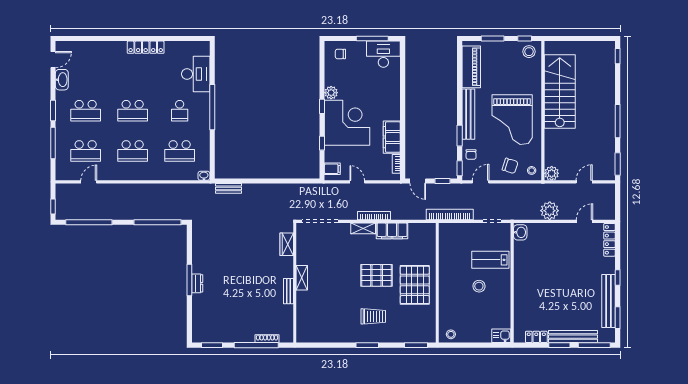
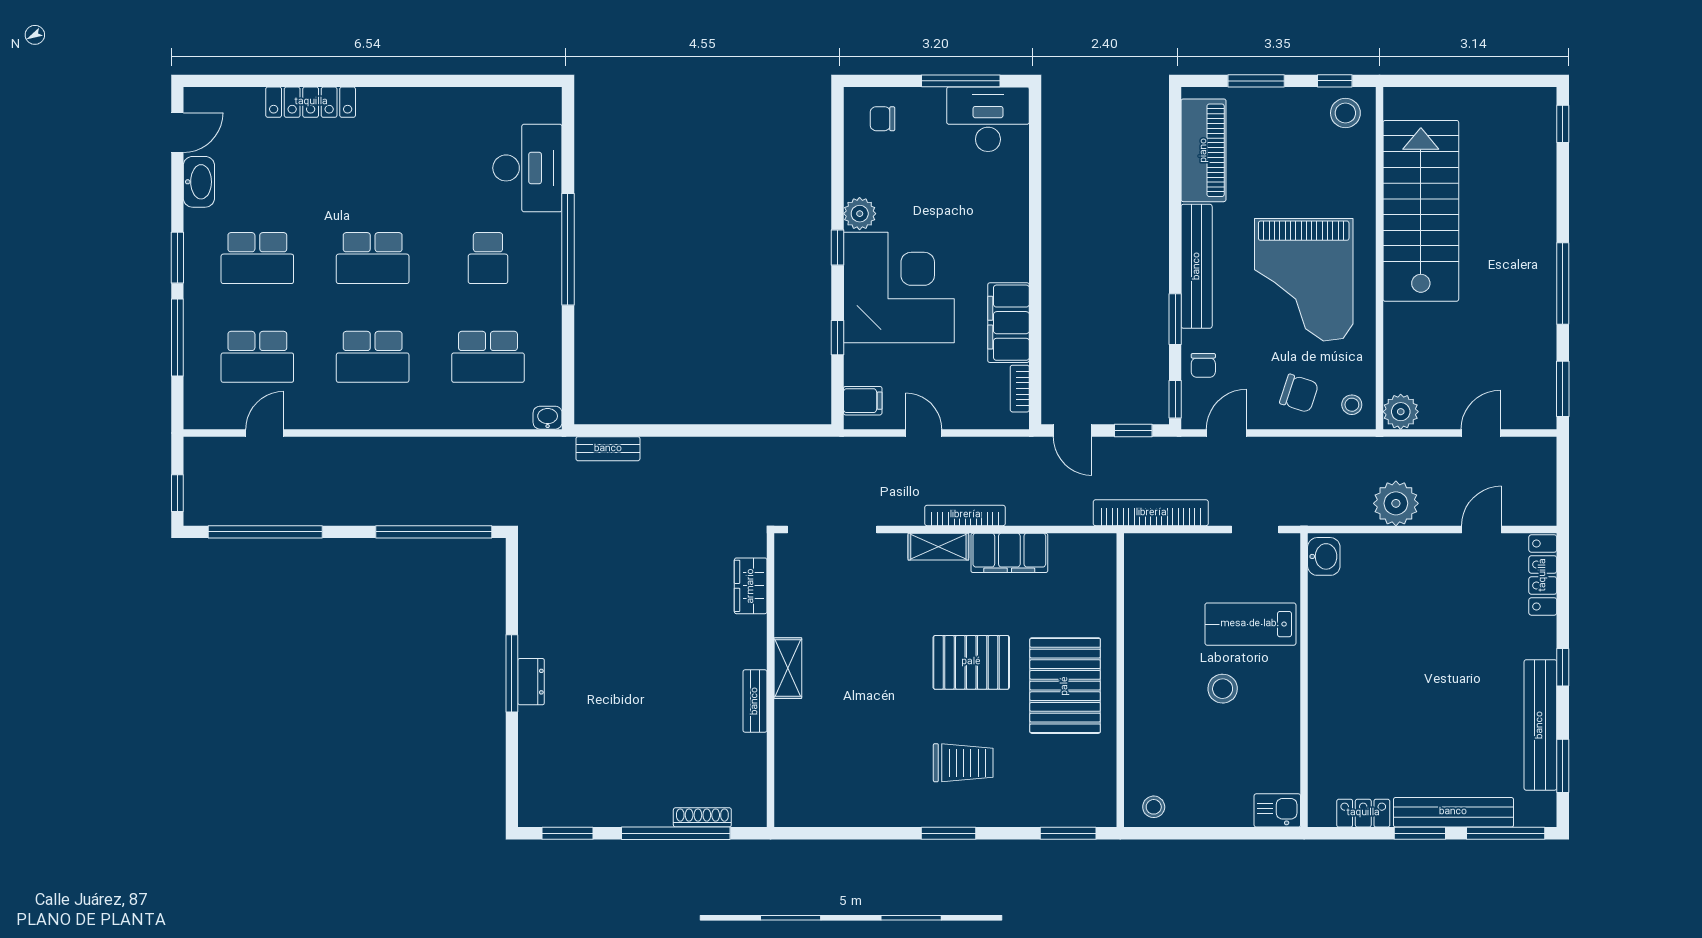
locker: (146, 47) -> (311, 102), moved

